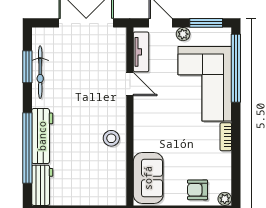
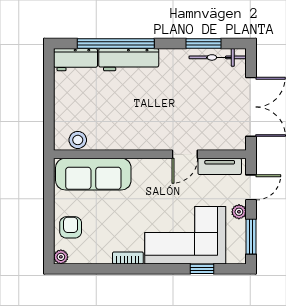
window: (236, 68) -> (202, 269), width x0.32
bicycle: (40, 72) -> (218, 57), moved
stool: (111, 138) -> (78, 140), moved
sofa: (148, 178) -> (93, 174), width x1.36

